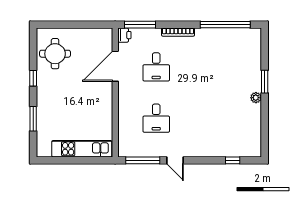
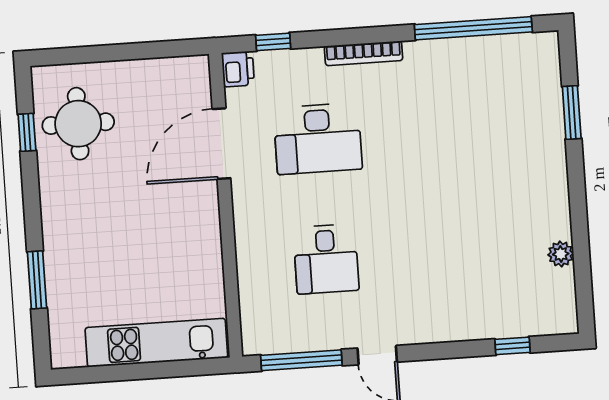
window: (140, 25) -> (273, 42), width x0.46
desk: (156, 67) -> (318, 139), width x1.37
window: (33, 78) -> (27, 132), moved
window: (265, 82) -> (572, 112), moved
plant: (256, 98) -> (561, 254), moved

